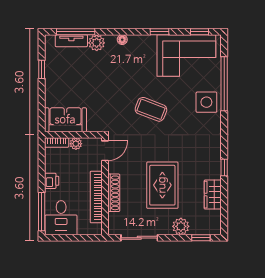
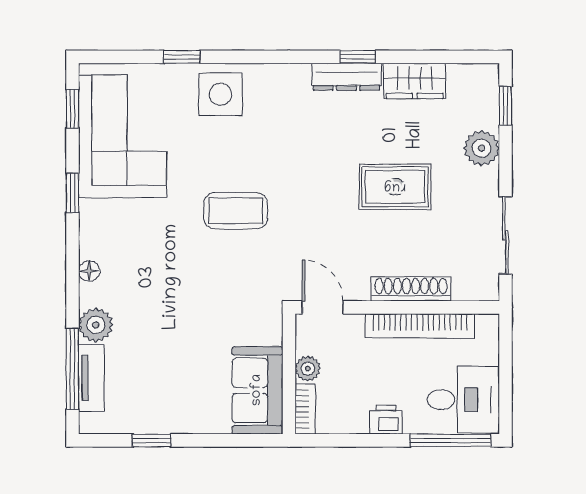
window: (224, 84) -> (182, 57), width x0.32
coffee table: (151, 109) -> (236, 211), turned 69
dresser: (215, 162) -> (347, 77), added
rug: (162, 185) -> (395, 187), width x0.73, depth x0.70

